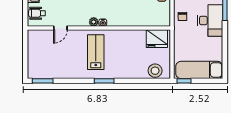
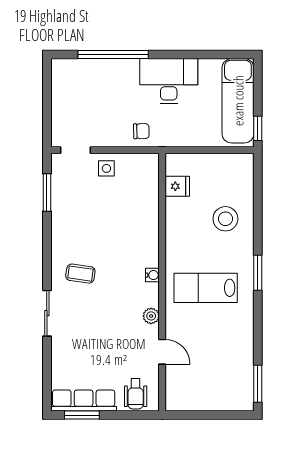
desk: (210, 20) -> (169, 81), moved
plant: (94, 22) -> (151, 316), moved
fridge: (157, 39) -> (177, 186), width x0.53, depth x0.75
stool: (155, 71) -> (225, 219), moved

